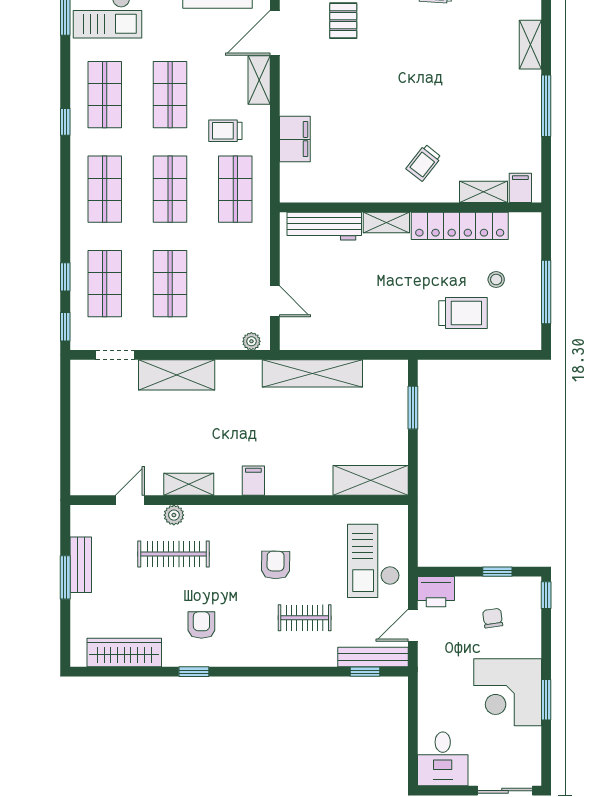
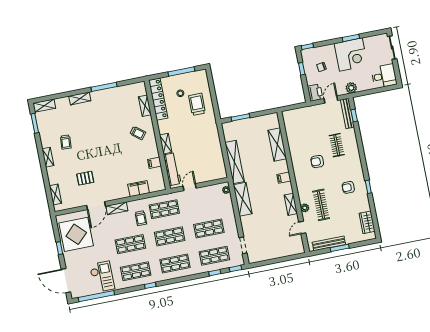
door: (275, 33) -> (96, 206), hinge flipped
filing cabinet: (520, 188) -> (155, 163), moved
locker: (460, 226) -> (158, 99), moved
door: (275, 301) -> (190, 187), moved
shelving: (177, 375) -> (243, 199), moved
shelving: (371, 480) -> (277, 145), moved
door: (130, 500) -> (302, 227), hinge flipped
checkout: (373, 561) -> (307, 121), removed
bench: (81, 565) -> (329, 243), width x1.36
door: (413, 625) -> (331, 99), swing flipped
wardrobe: (124, 653) -> (367, 222), width x0.67
plant: (430, 678) -> (351, 88), added

